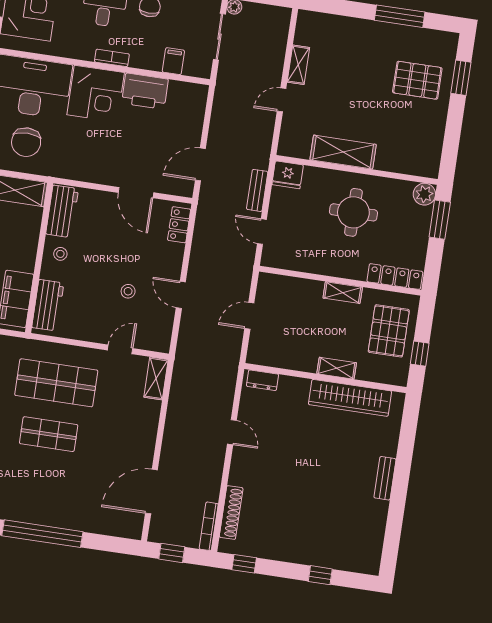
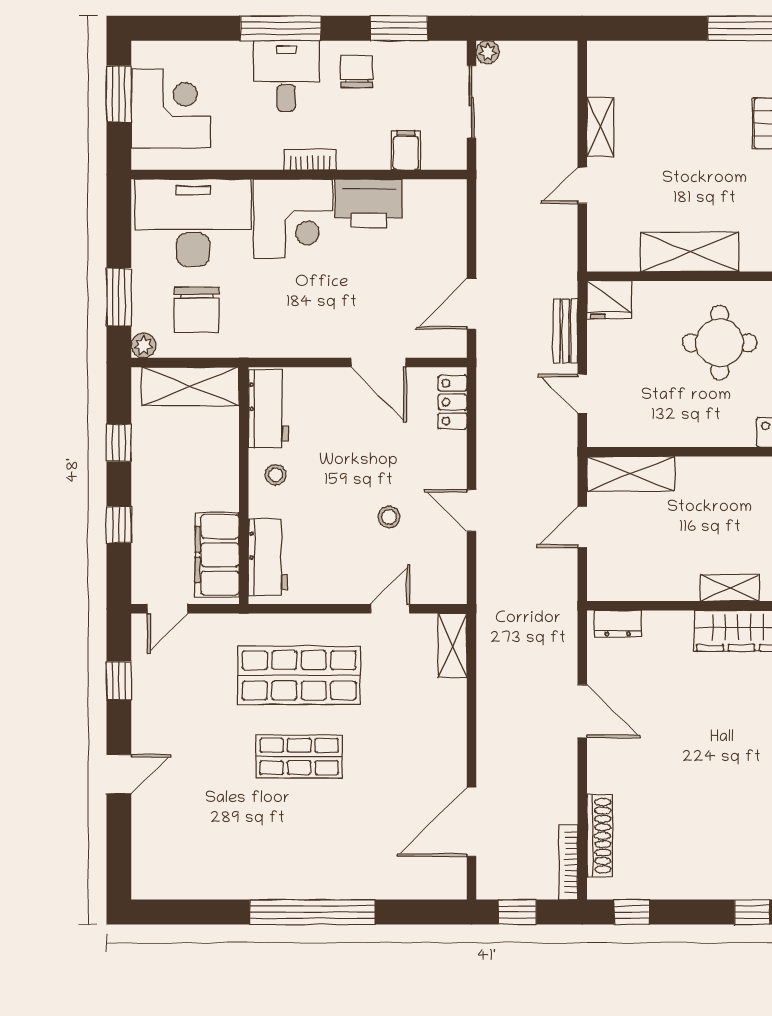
shelving: (343, 293) -> (631, 474), moved, width x1.50, depth x1.33
door: (232, 432) -> (582, 711), width x1.38

